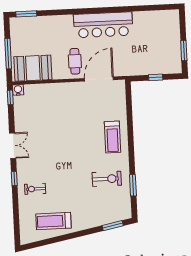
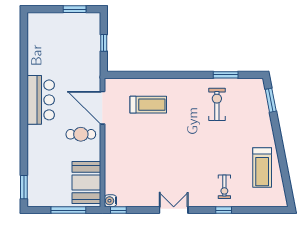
bar counter: (103, 25) -> (41, 100), width x0.73
treadmill: (112, 137) -> (148, 105), moved
window: (14, 179) -> (224, 210), moved

